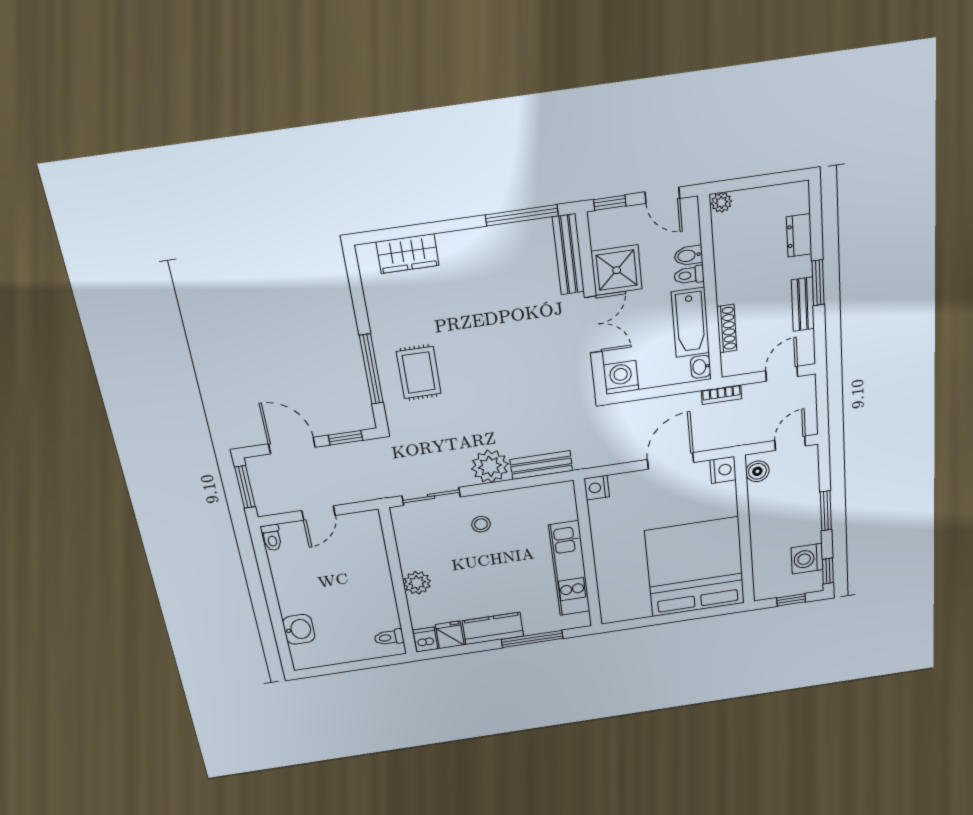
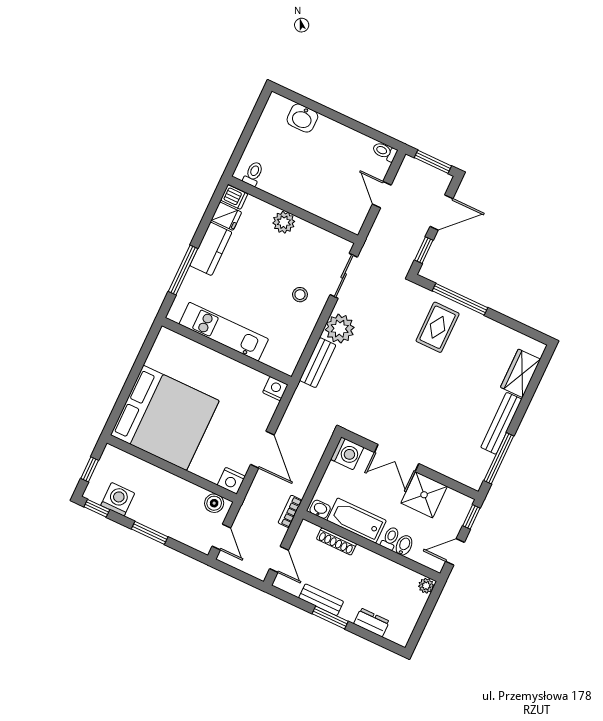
bench: (568, 254) -> (501, 423), moved, turned 90
rug: (419, 373) -> (438, 327), turned 90

